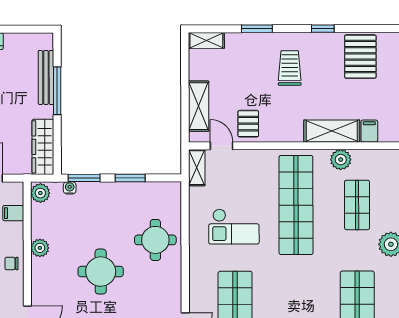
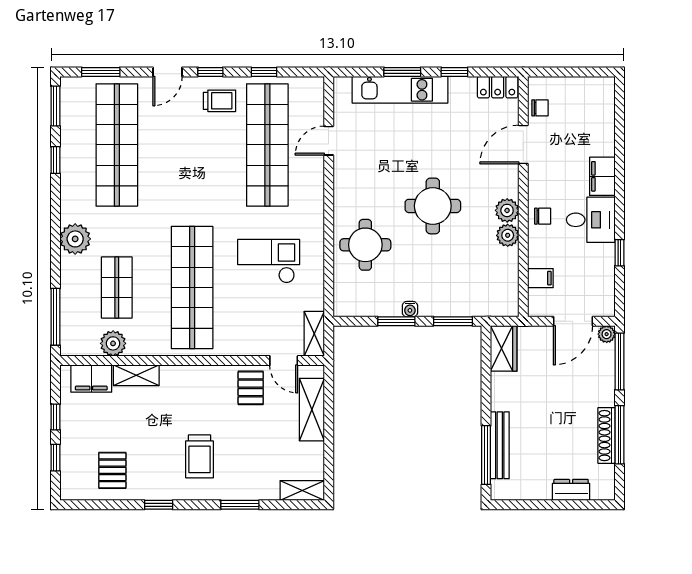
pallet: (360, 57) -> (112, 470), width x0.67, depth x0.71
window: (57, 91) -> (486, 455), moved
shelving: (332, 131) -> (136, 375), width x0.67, depth x0.75
filing cabinet: (369, 131) -> (91, 379), width x2.00
wardrobe: (43, 147) -> (504, 348), width x0.67
plant: (341, 160) -> (113, 343), moved
water cooler: (70, 188) -> (410, 309), moved
plant: (40, 193) -> (507, 210), moved

